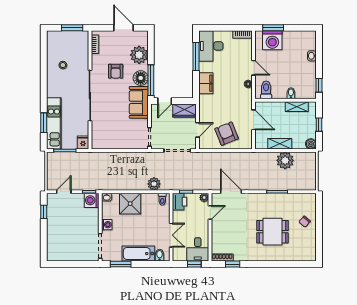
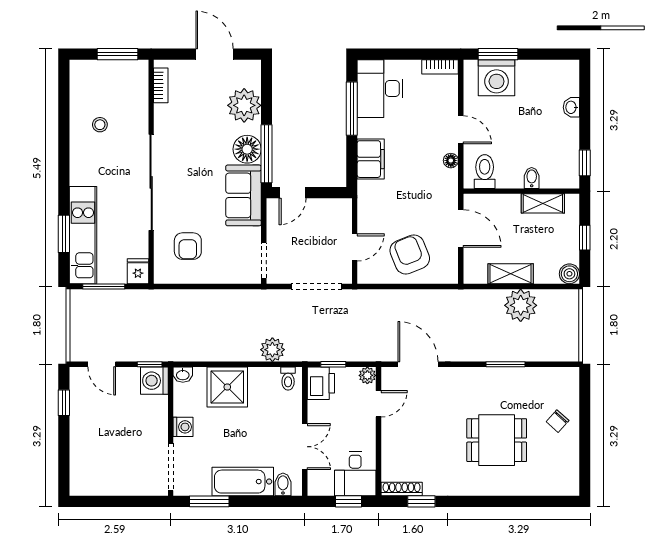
armchair: (116, 71) -> (188, 246), moved
wardrobe: (184, 111) -> (330, 211), removed
door: (64, 192) -> (102, 364), swing flipped

